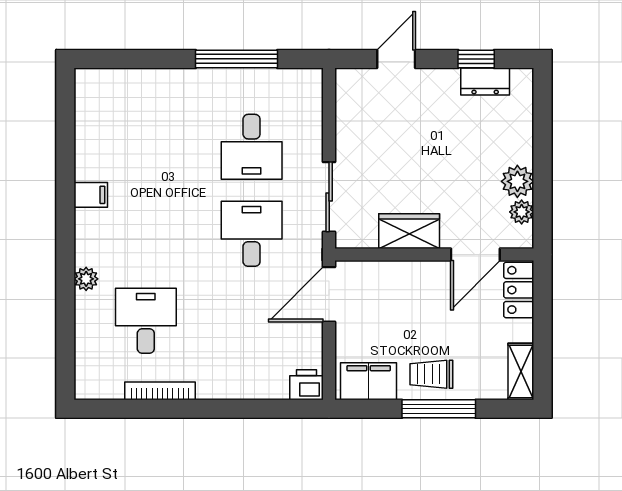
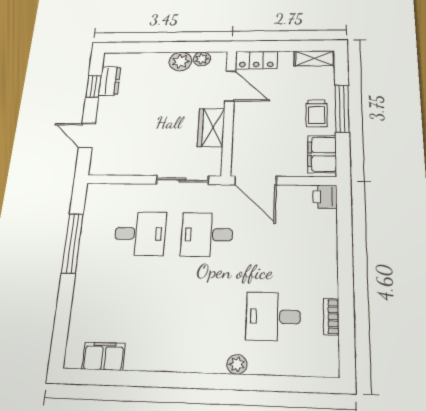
filing cabinet: (91, 195) -> (104, 356), moved, width x2.00
bookcase: (160, 391) -> (331, 317), width x0.64

